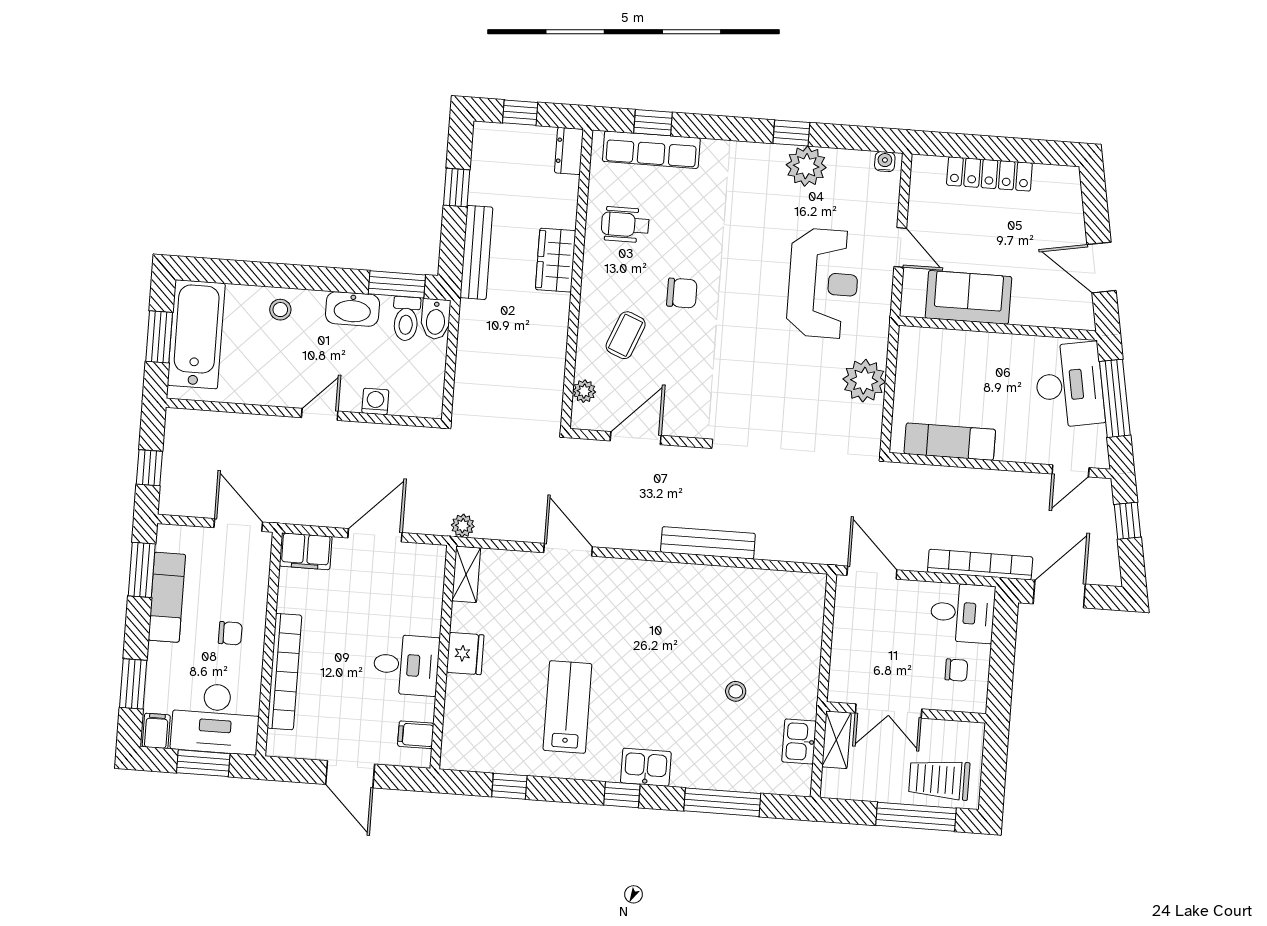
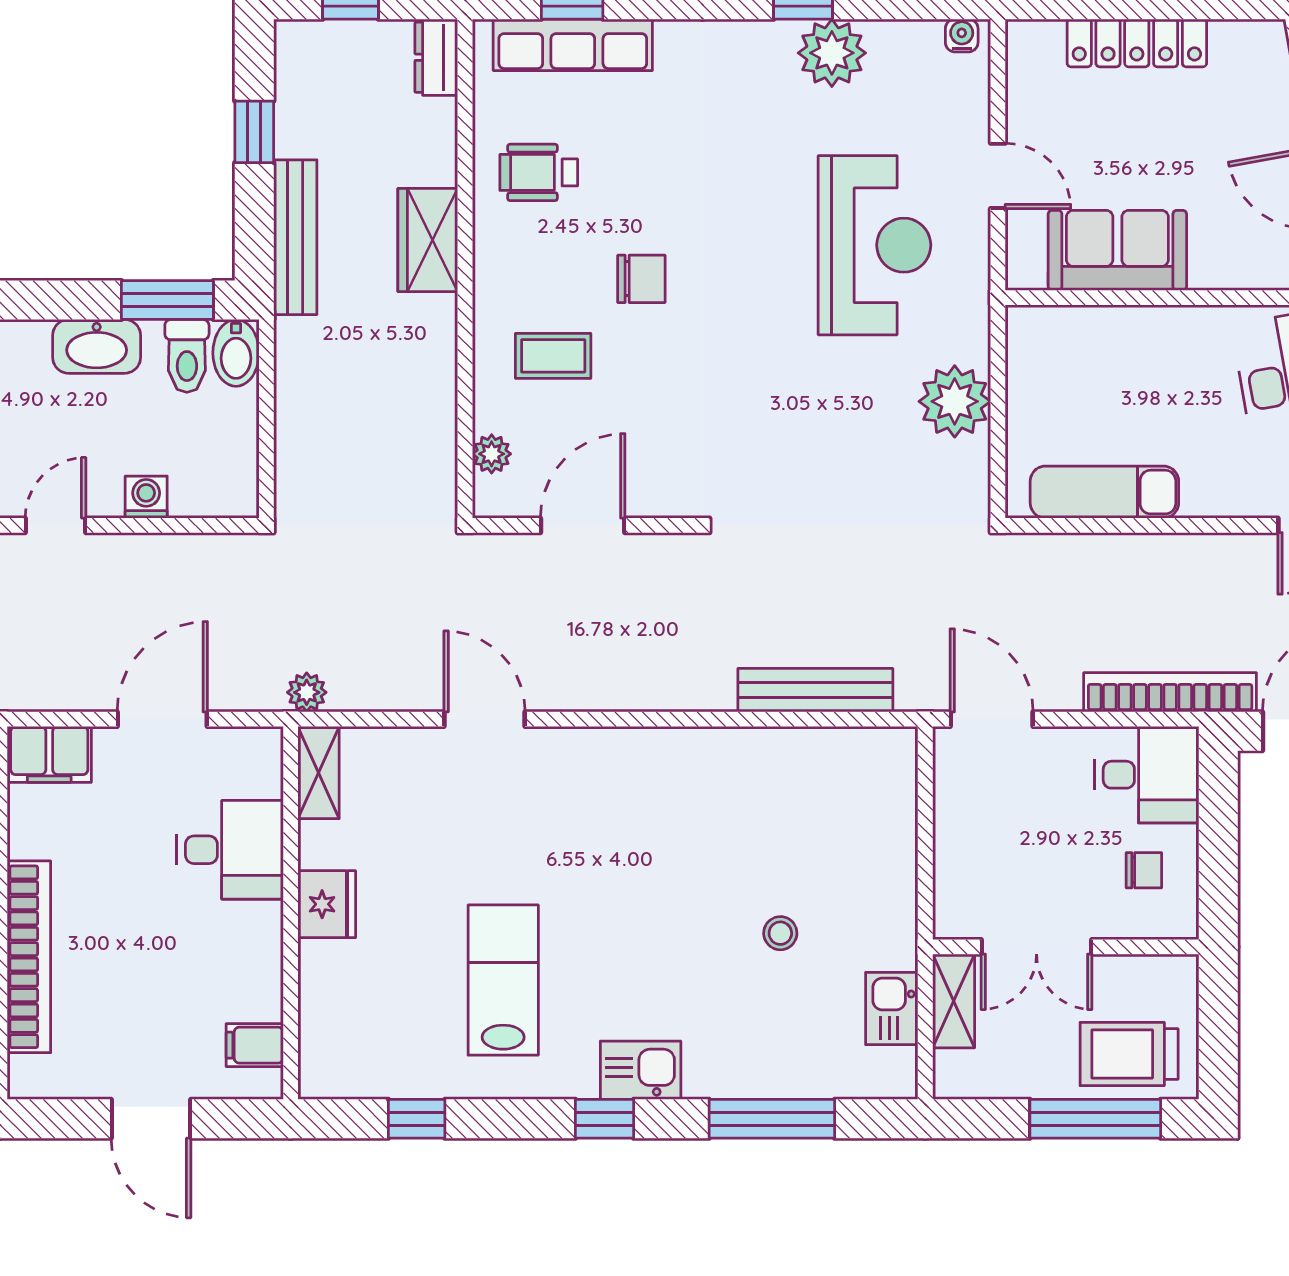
coffee table: (626, 335) -> (553, 356), turned 68
bench: (708, 543) -> (815, 690), moved
desk: (406, 665) -> (230, 850), moved

